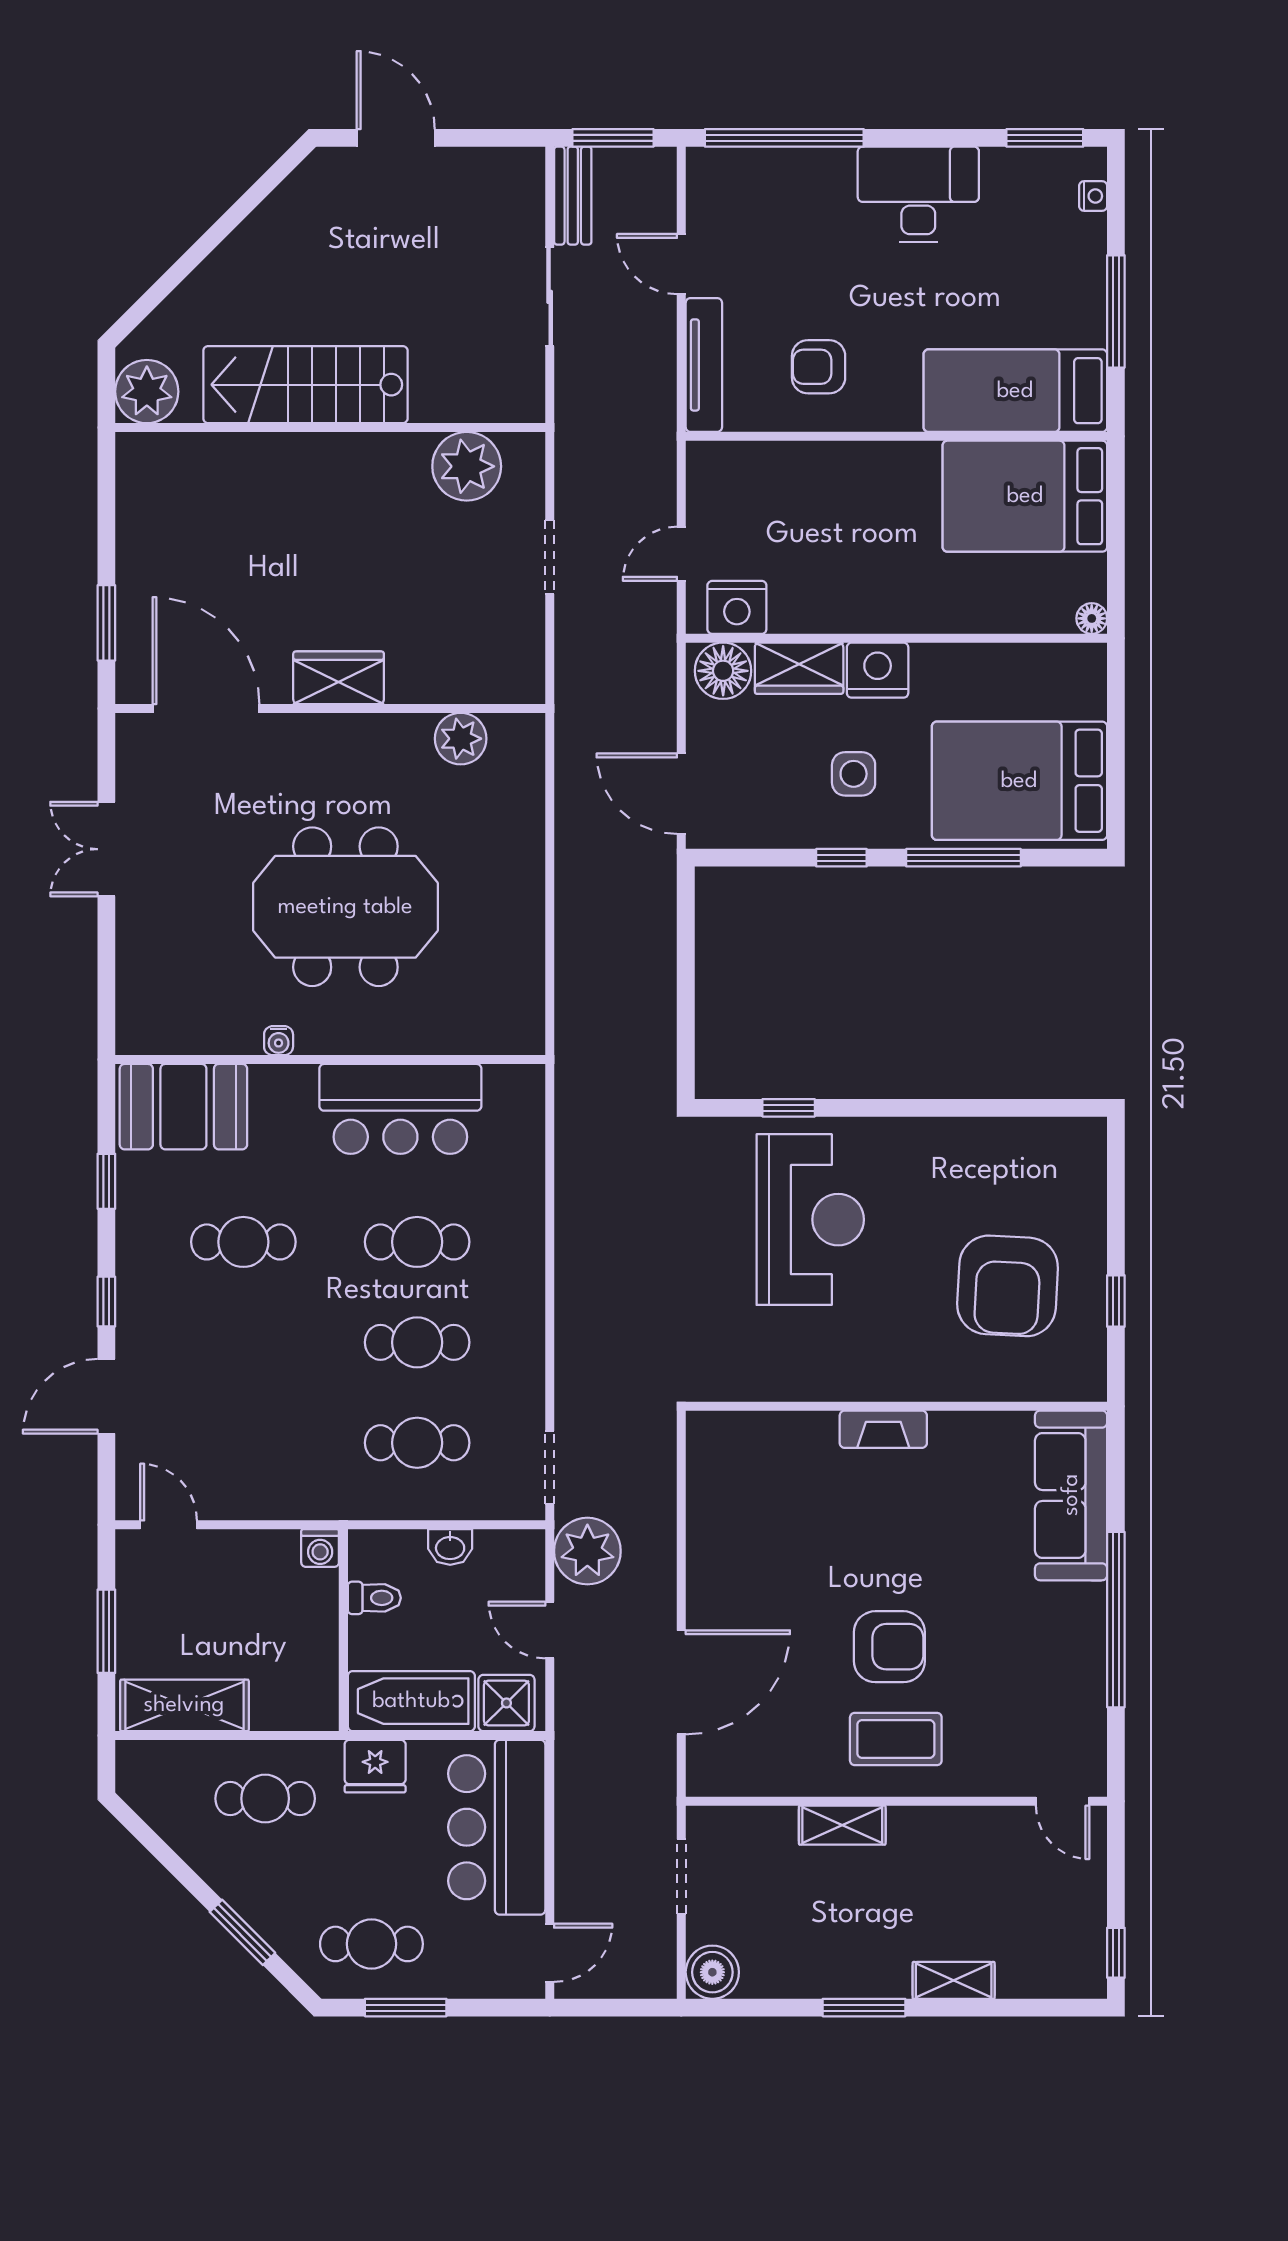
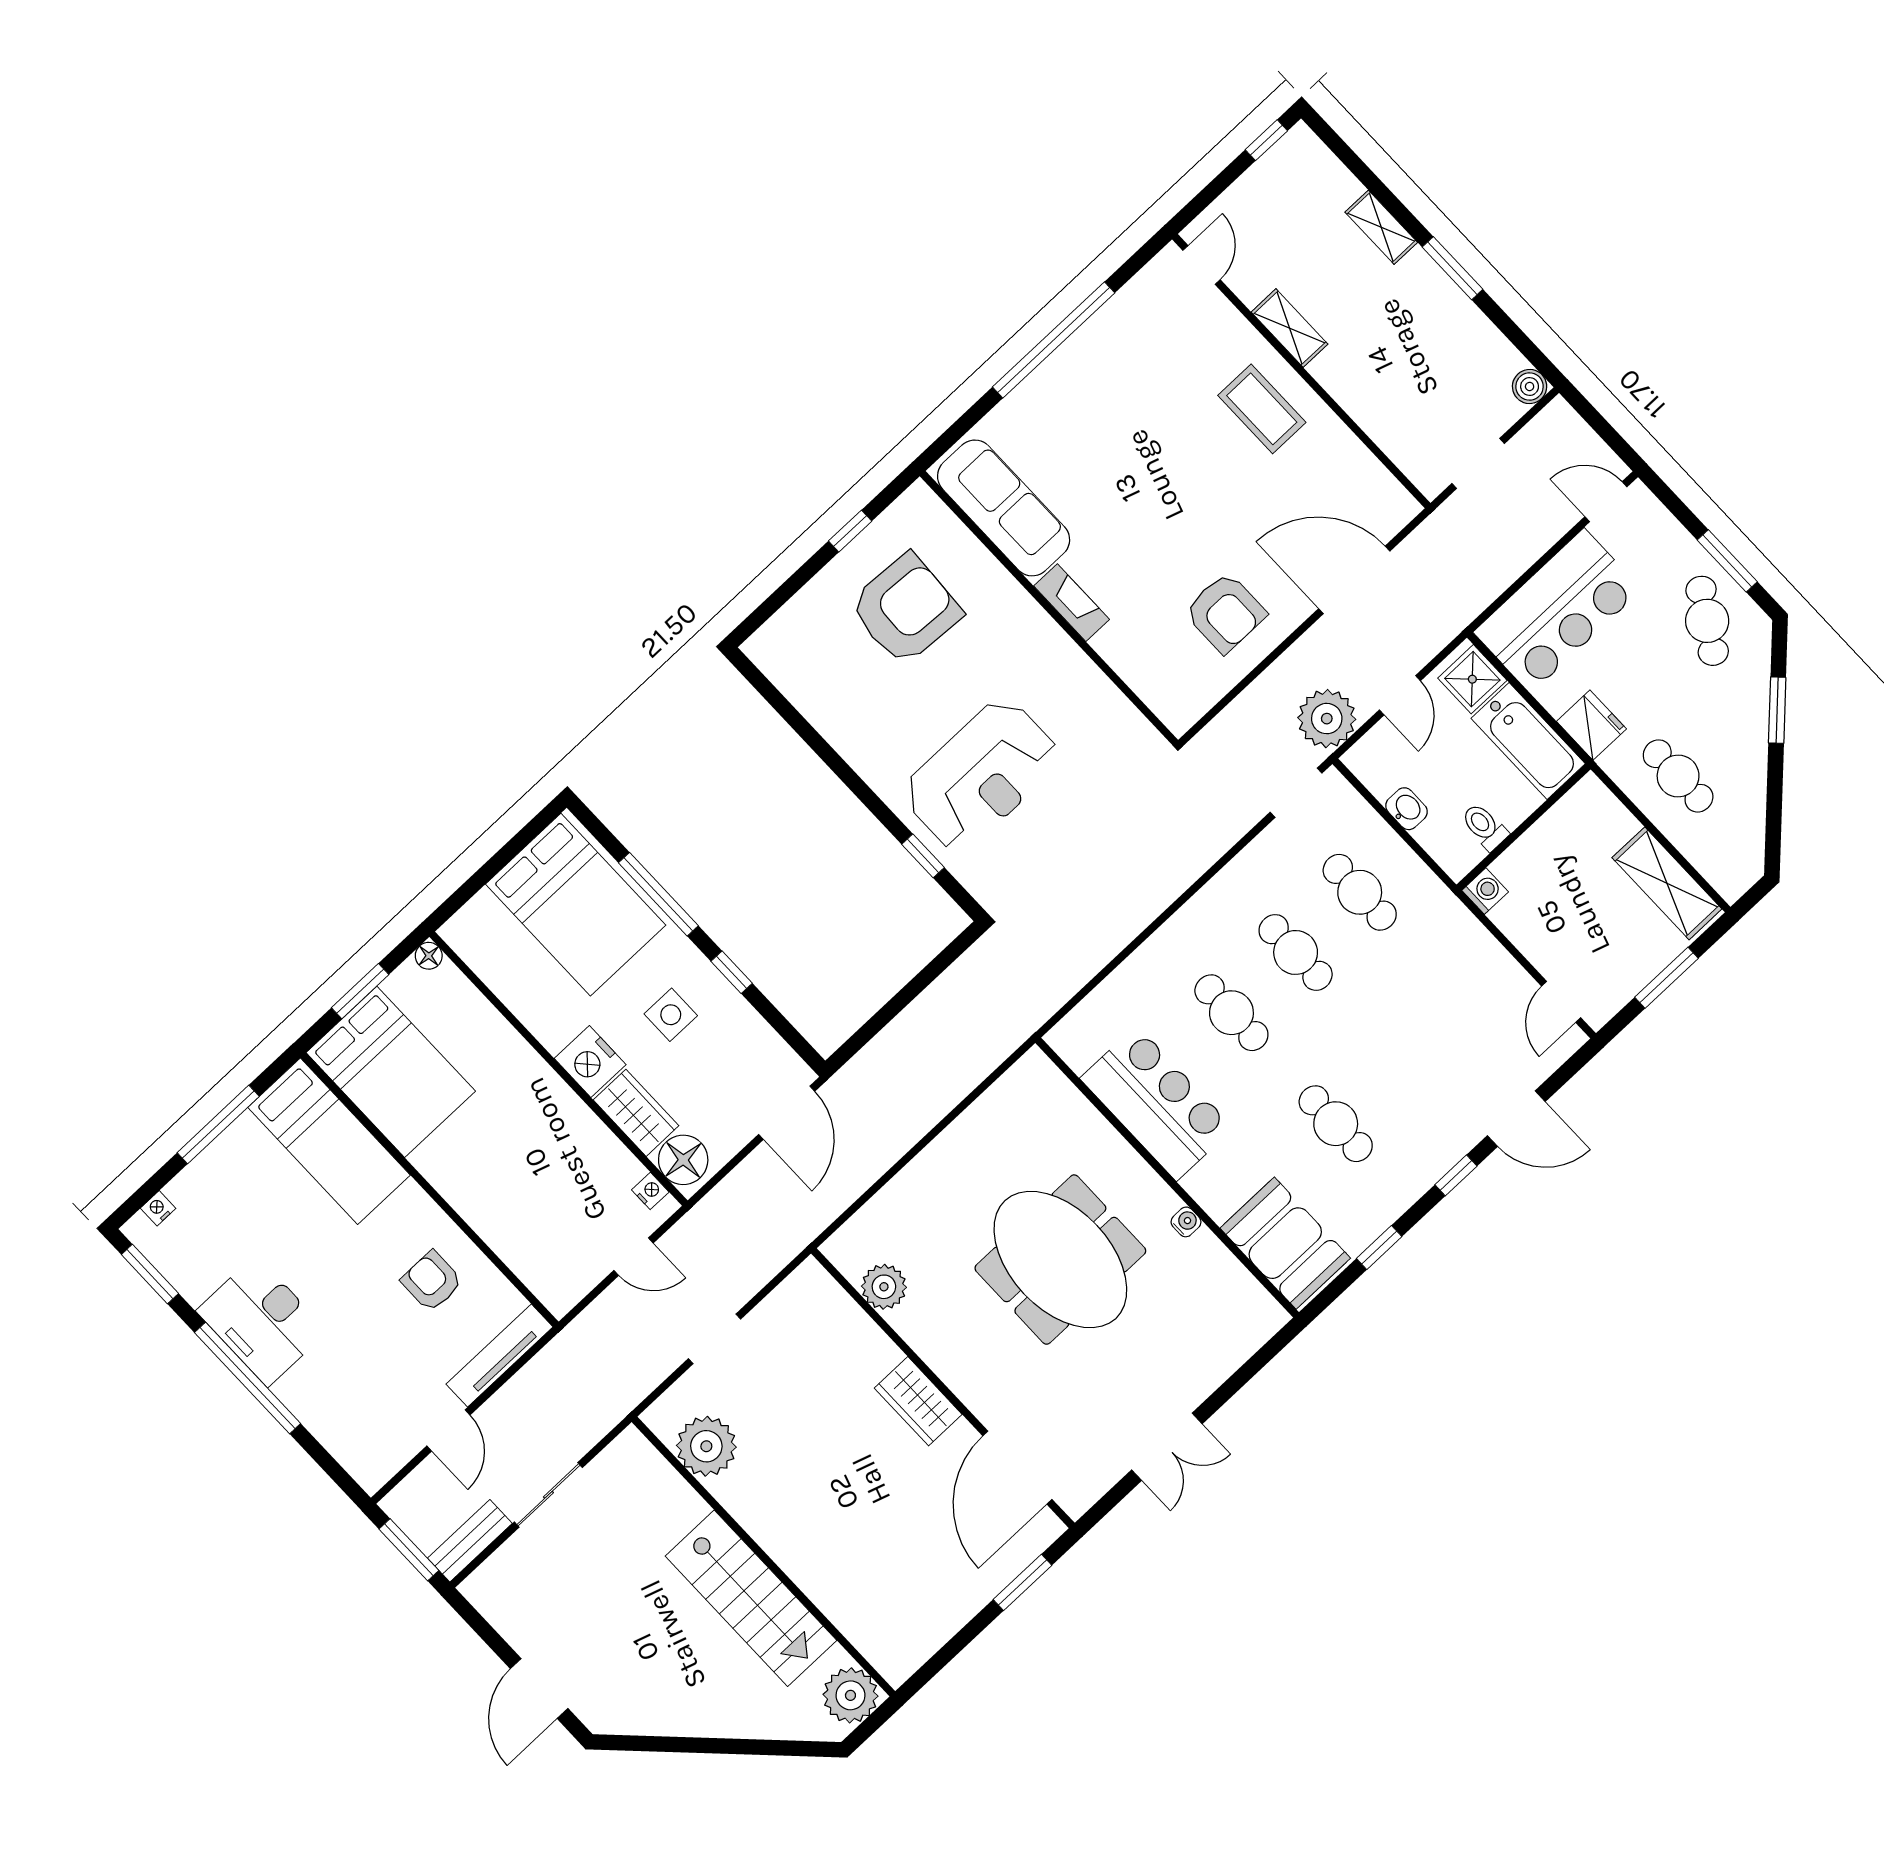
window: (784, 138) -> (248, 1378), moved
armchair: (819, 367) -> (432, 1281), turned 180
window: (1116, 534) -> (360, 991), added
nightstand: (737, 607) -> (650, 1191), width x0.53, depth x0.56
reception desk: (810, 1220) -> (981, 775), turned 180
sofa: (1071, 1495) -> (1004, 508), moved, turned -90
armchair: (889, 1647) -> (1225, 613), moved, turned 180
shelving: (842, 1825) -> (1289, 328), moved
cafe table: (371, 1944) -> (1707, 621), turned 32
boiler: (712, 1972) -> (1530, 386), width x0.73, depth x0.73

